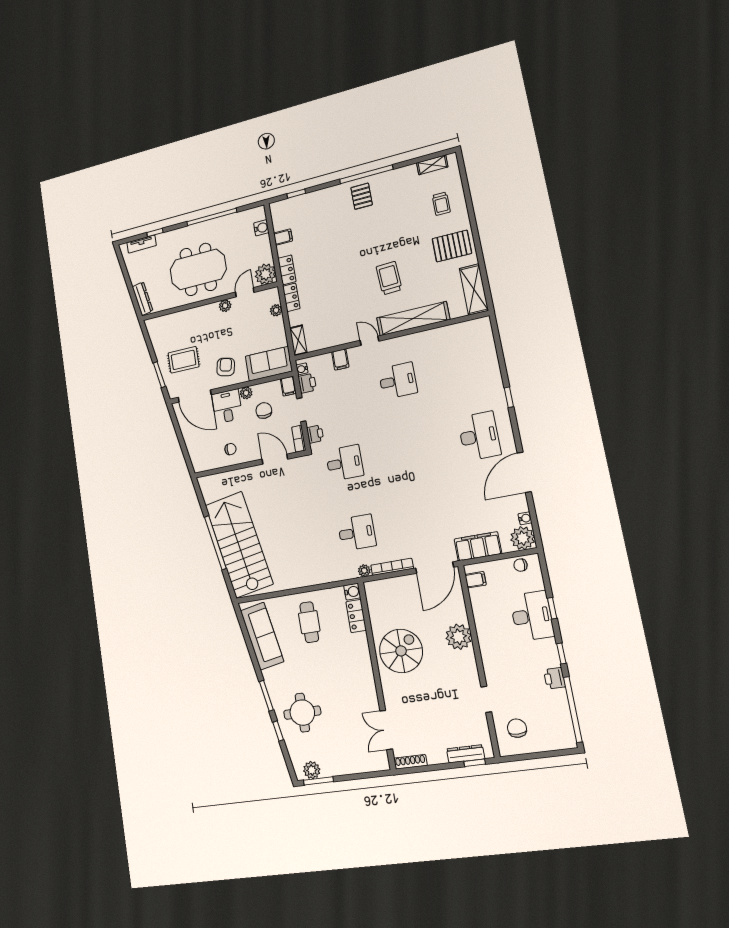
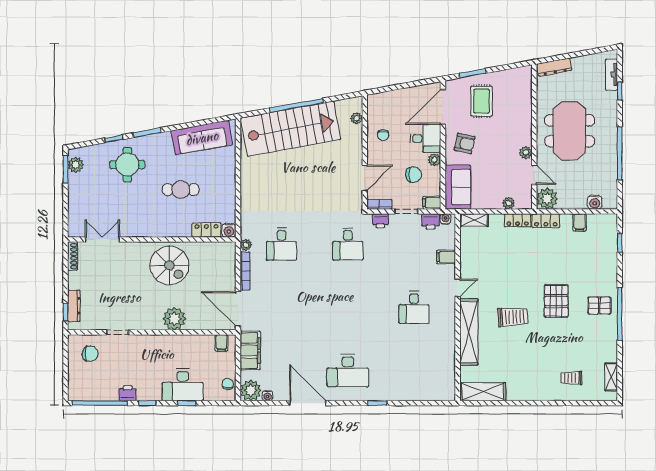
pallet: (452, 246) -> (556, 301), moved
plant: (218, 479) -> (357, 118), added
cafe table: (309, 622) -> (181, 190), moved

